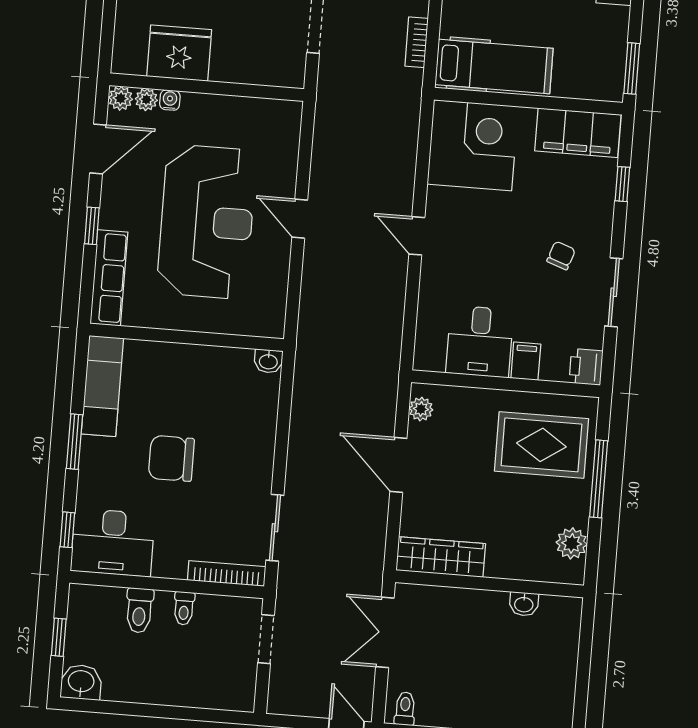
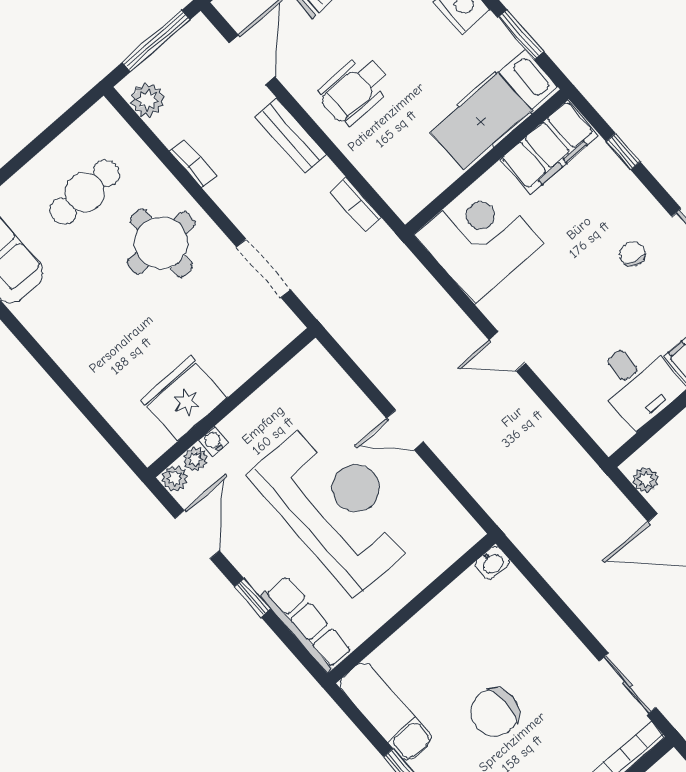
hospital bed: (494, 66) -> (494, 109), moved, turned 180
window: (632, 68) -> (521, 35), moved

